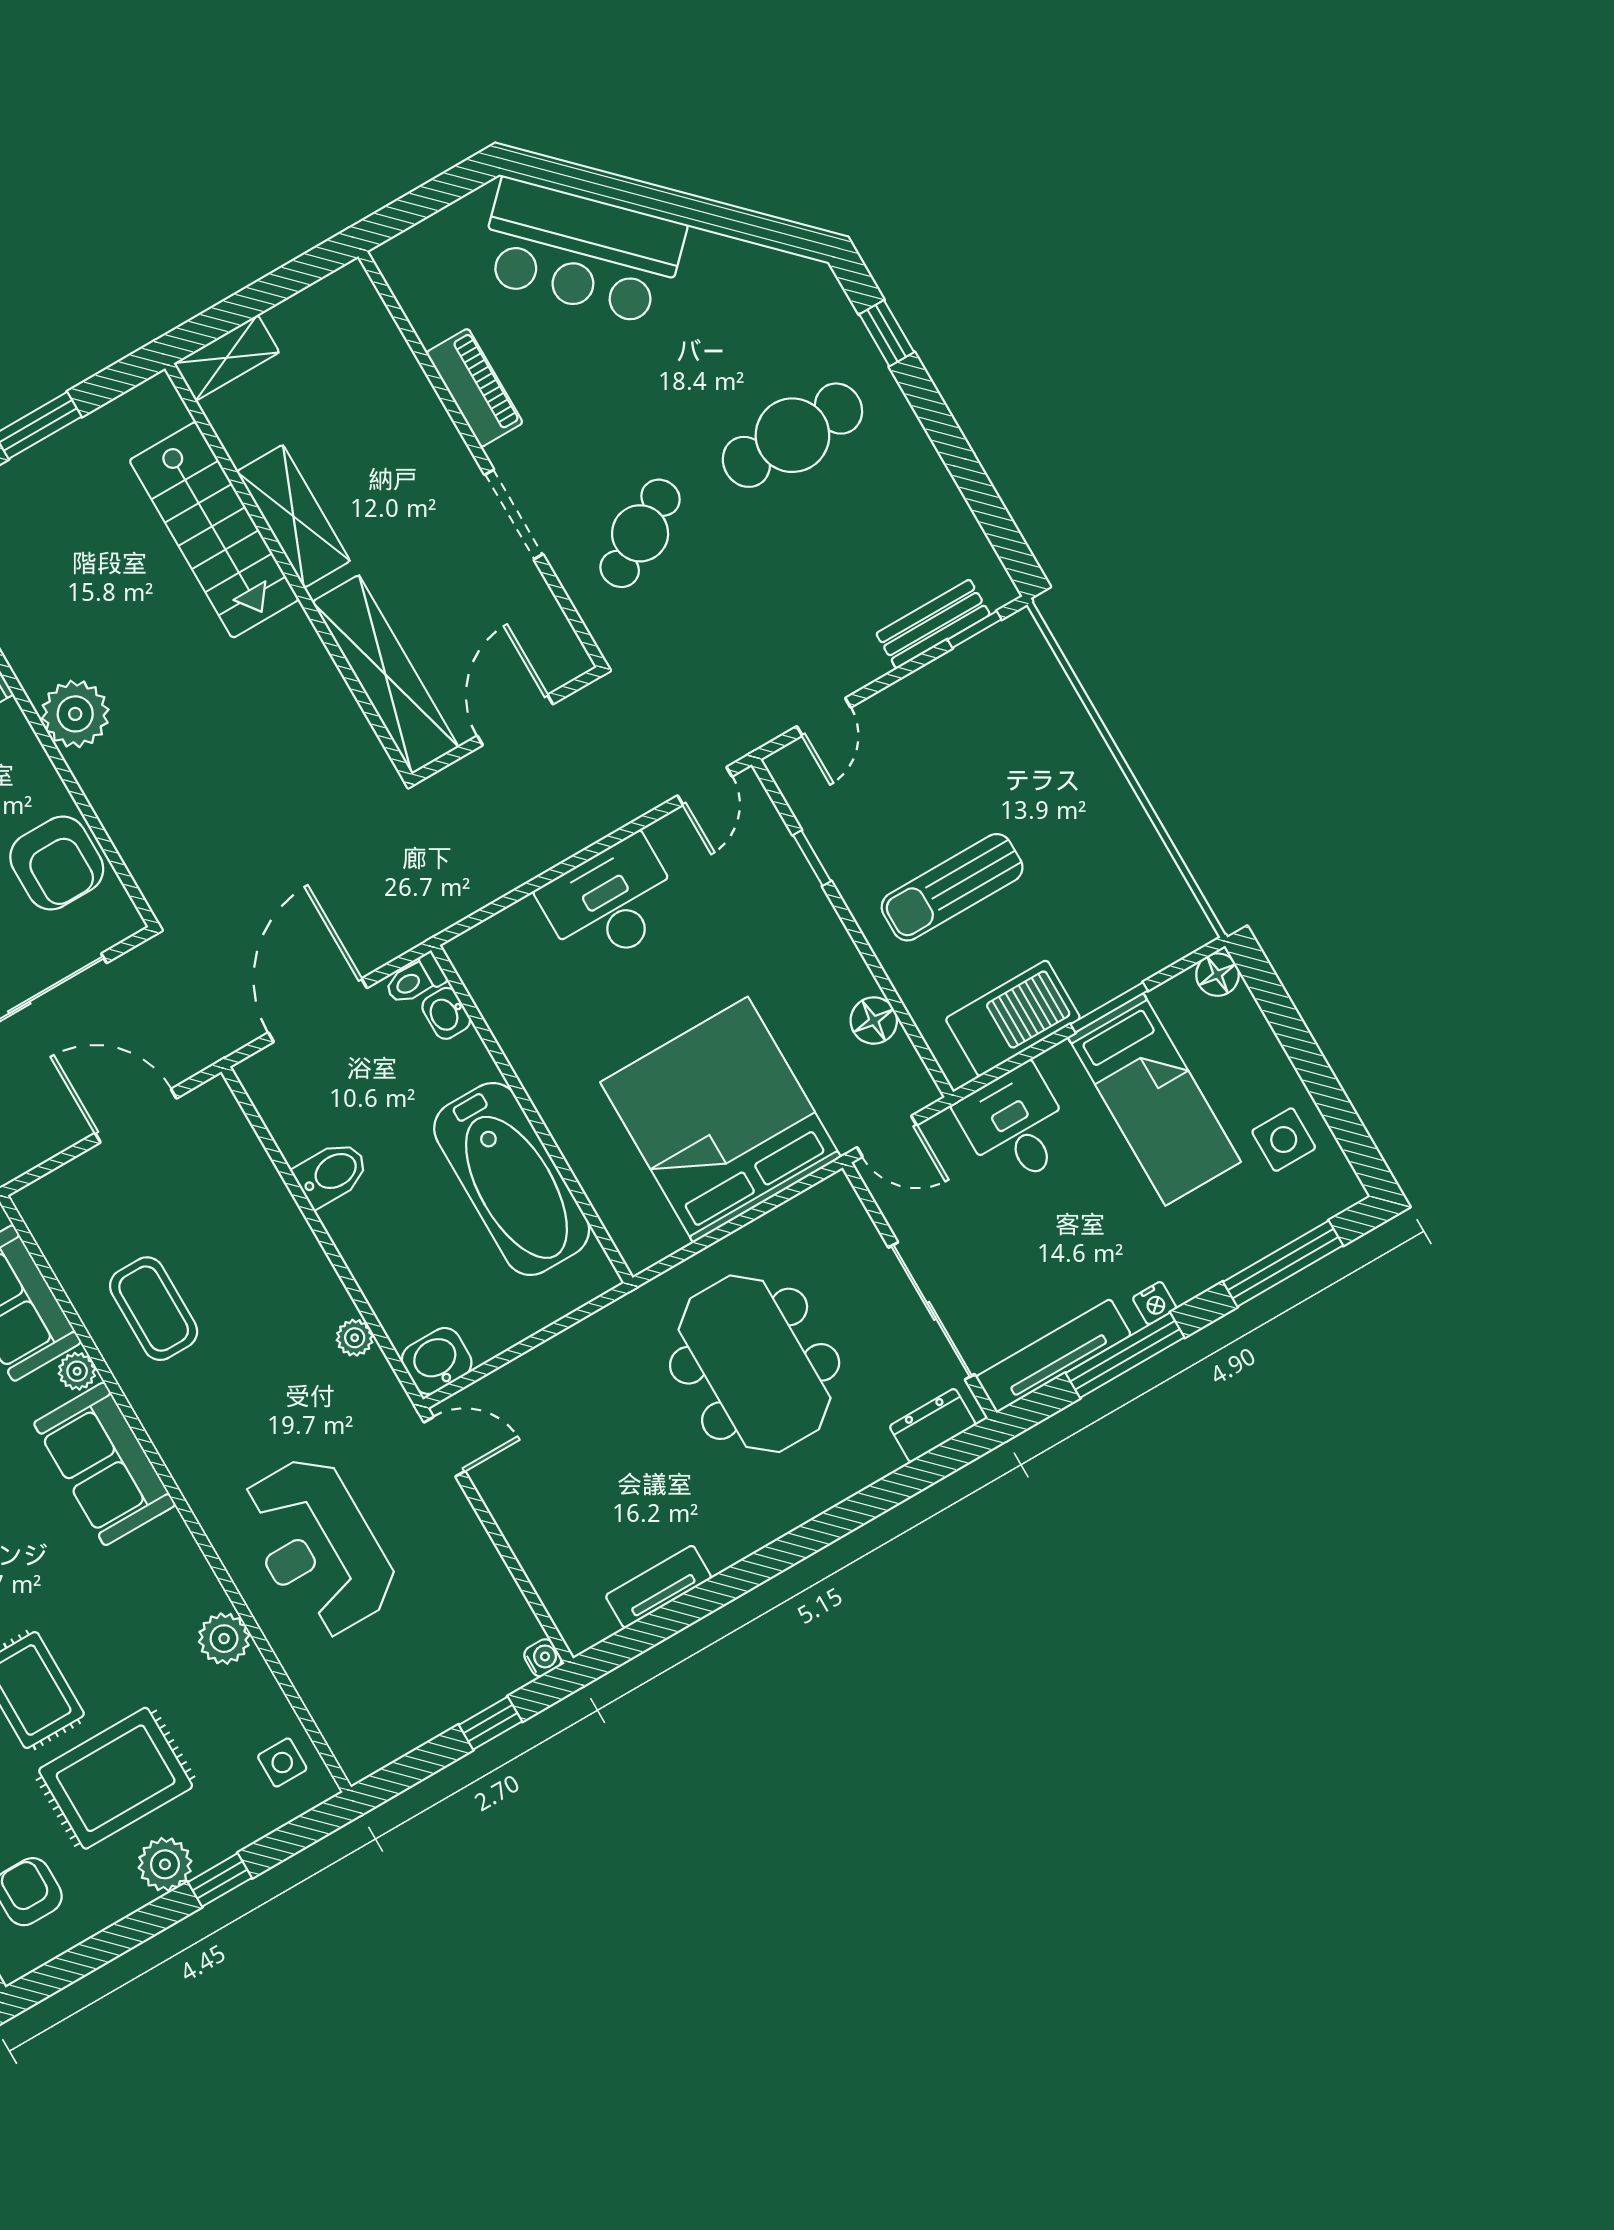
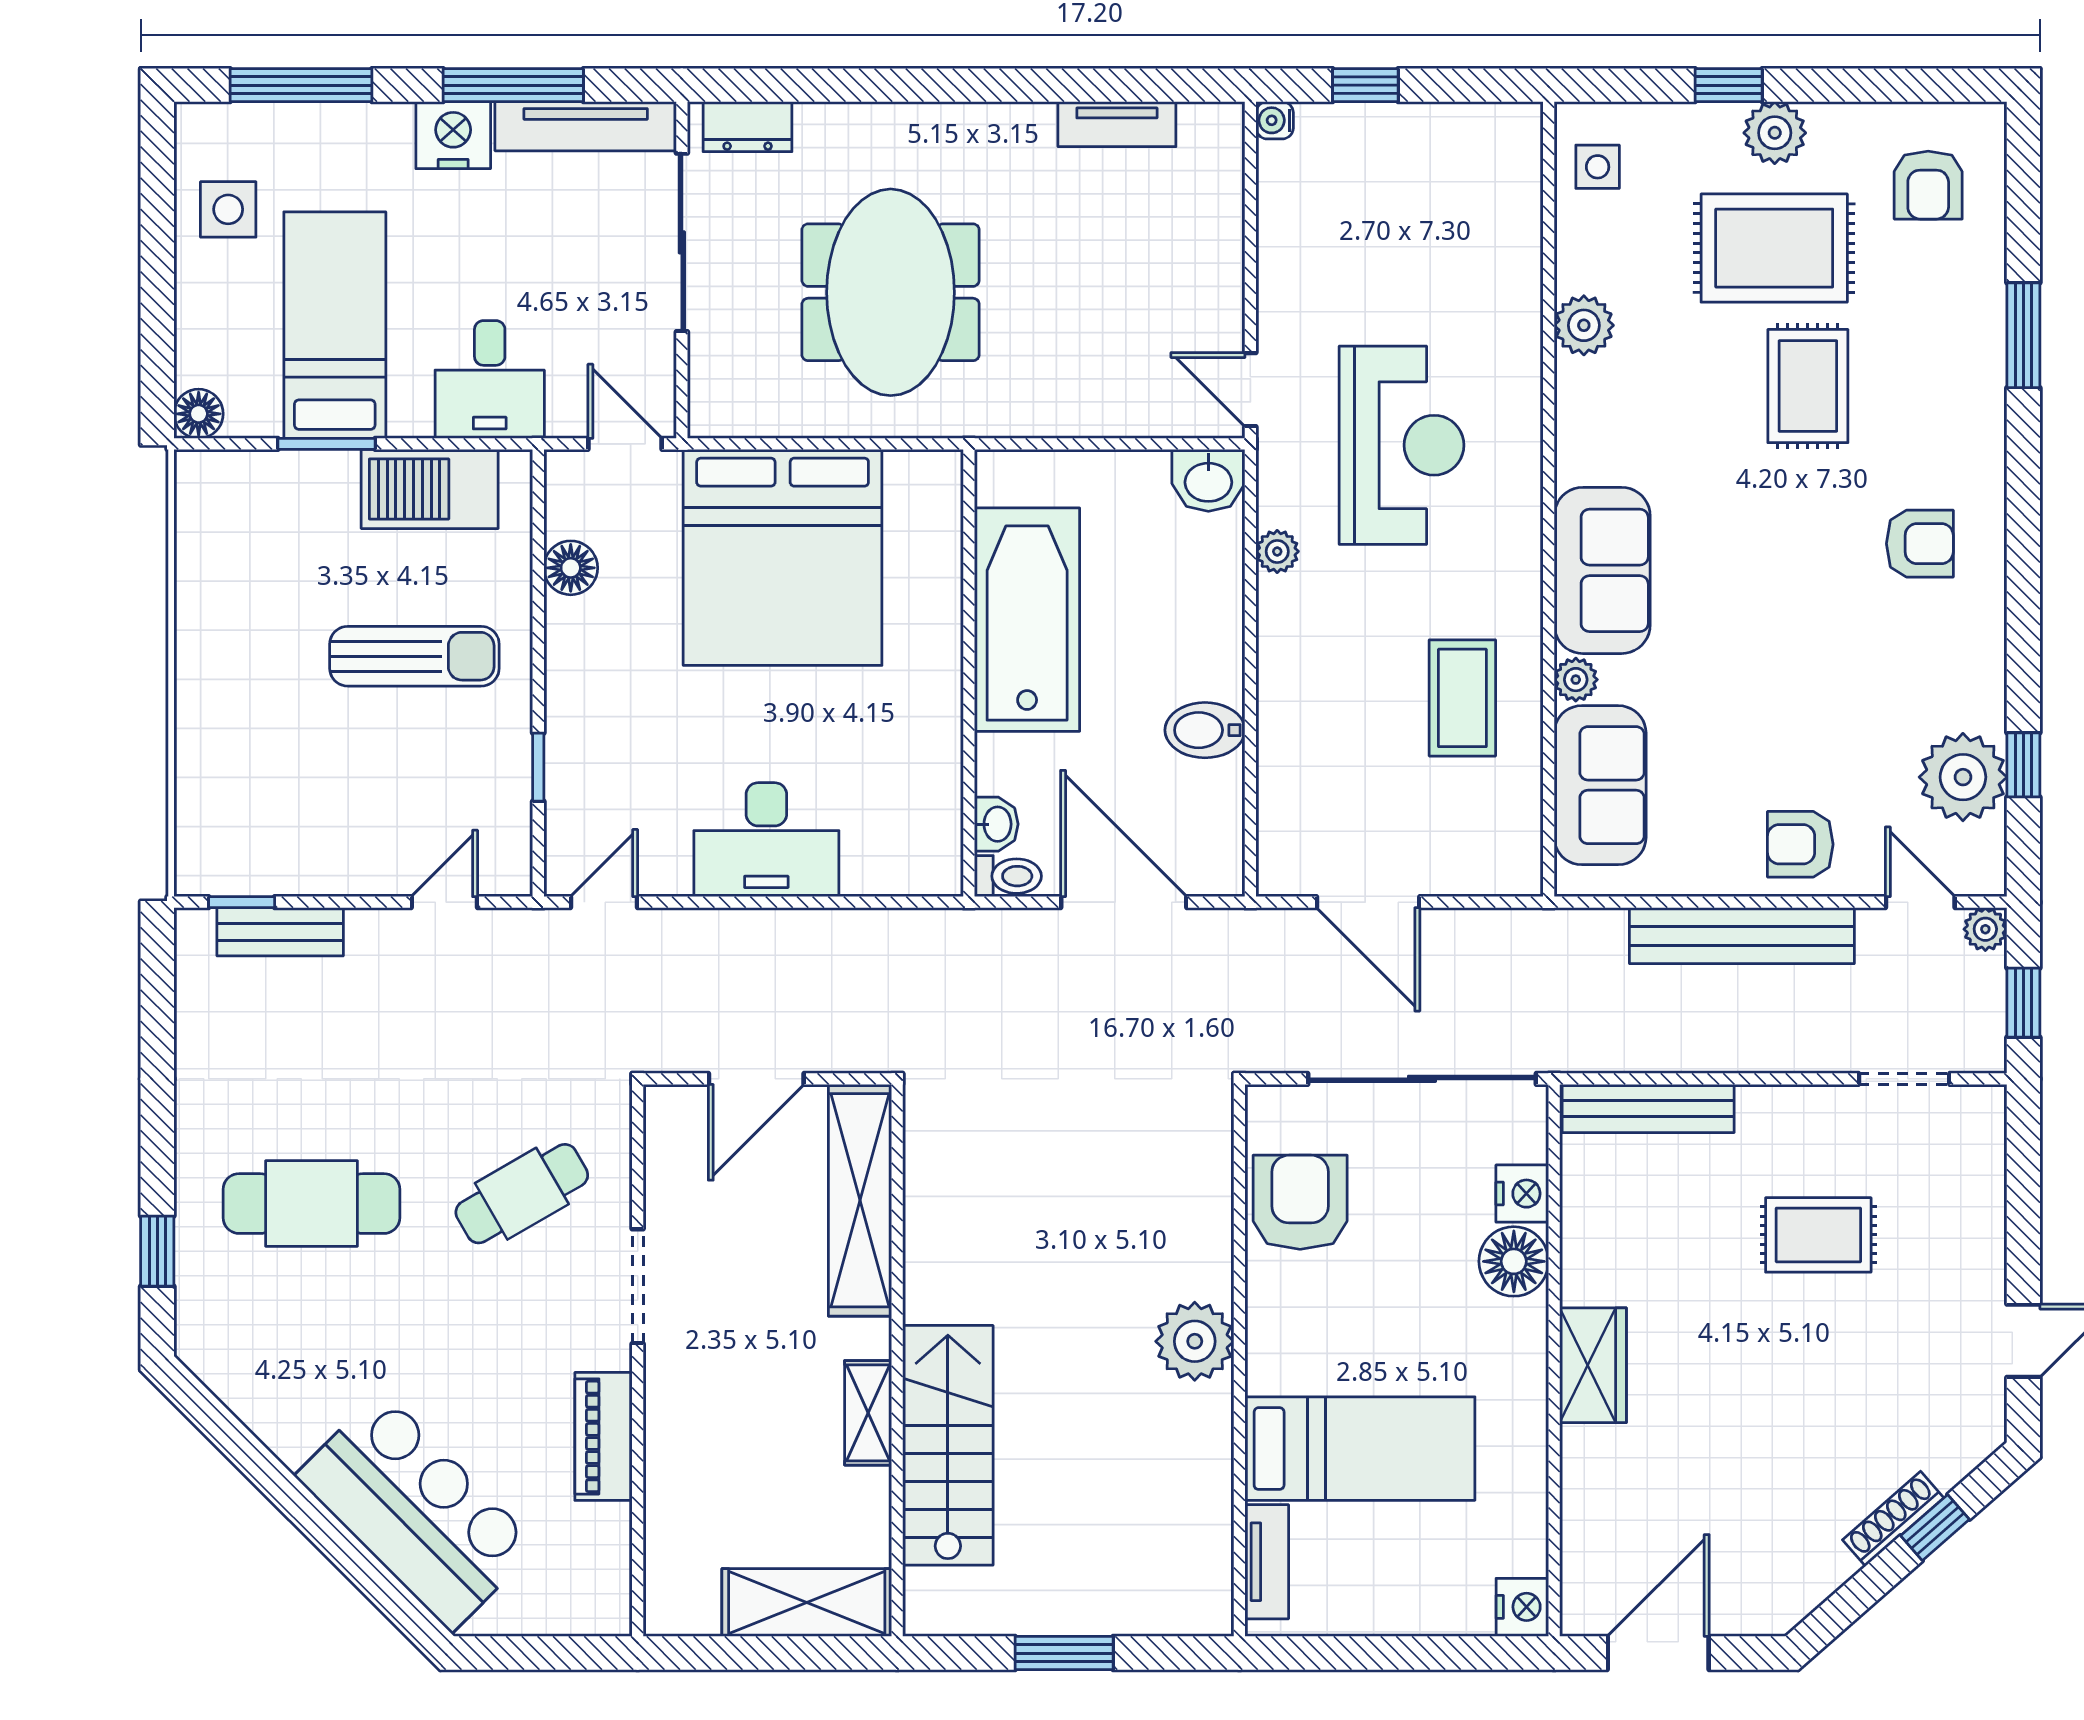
shelving: (227, 358) -> (807, 1603), width x1.50, depth x1.33
shelving: (293, 516) -> (868, 1413), width x0.67, depth x0.75
door: (318, 1010) -> (1124, 902), swing flipped
nightstand: (1155, 1303) -> (453, 135), width x1.89, depth x1.79
reception desk: (317, 1547) -> (1402, 445), moved

